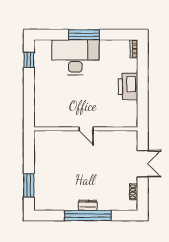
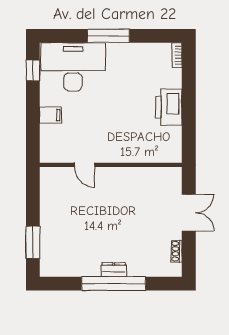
desk: (75, 57) -> (73, 67), moved
filing cabinet: (42, 93) -> (51, 115), added
door: (86, 129) -> (85, 165), moved

